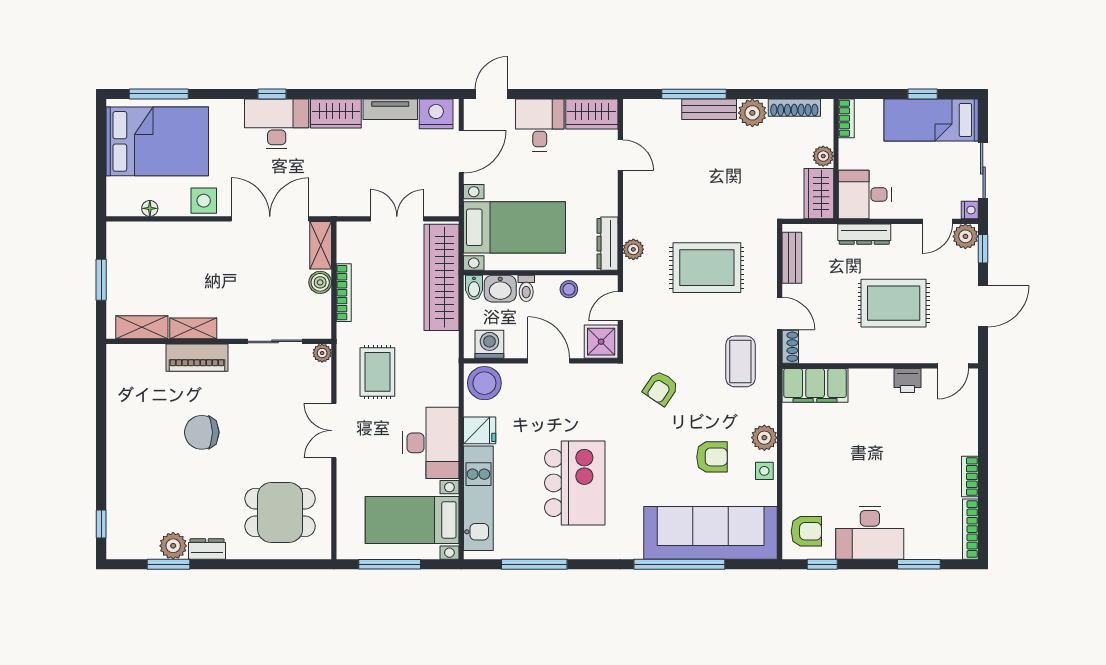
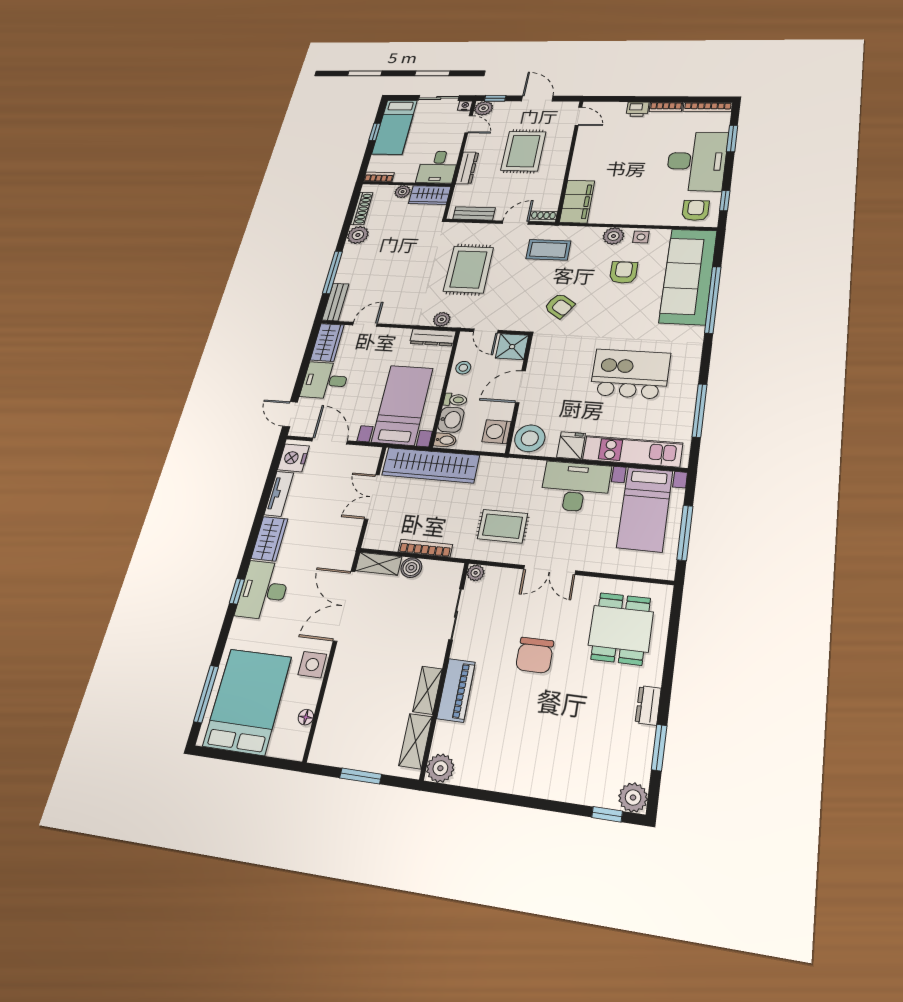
bench: (709, 109) -> (335, 302), moved
plant: (120, 358) -> (440, 768), added
printer: (908, 380) -> (638, 109), moved, turned 90
chair: (202, 432) -> (535, 655), moved
desk: (870, 533) -> (697, 161), width x1.36, depth x1.30
plant: (173, 546) -> (633, 798), moved

